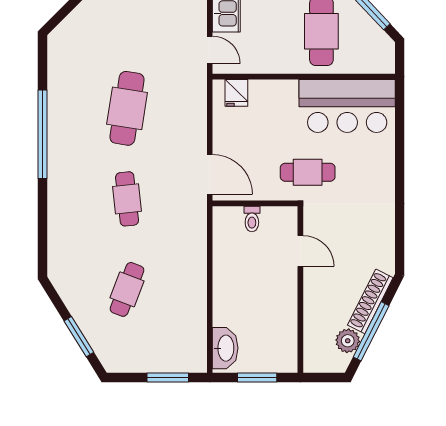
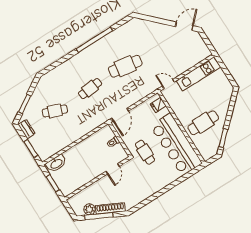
door: (210, 50) -> (168, 84), swing flipped
bar counter: (347, 106) -> (176, 144), width x1.36
dresser: (127, 362) -> (27, 129), added

